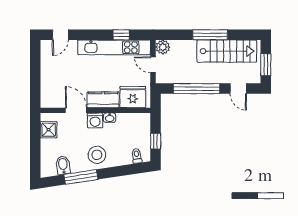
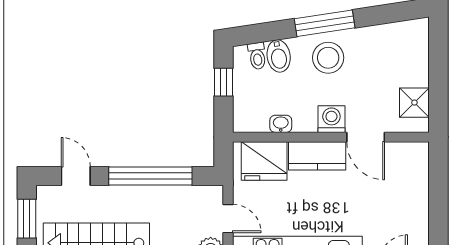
washbasin: (110, 118) -> (281, 124), moved
bidet: (63, 165) -> (279, 56), moved
window: (81, 177) -> (325, 23), moved

